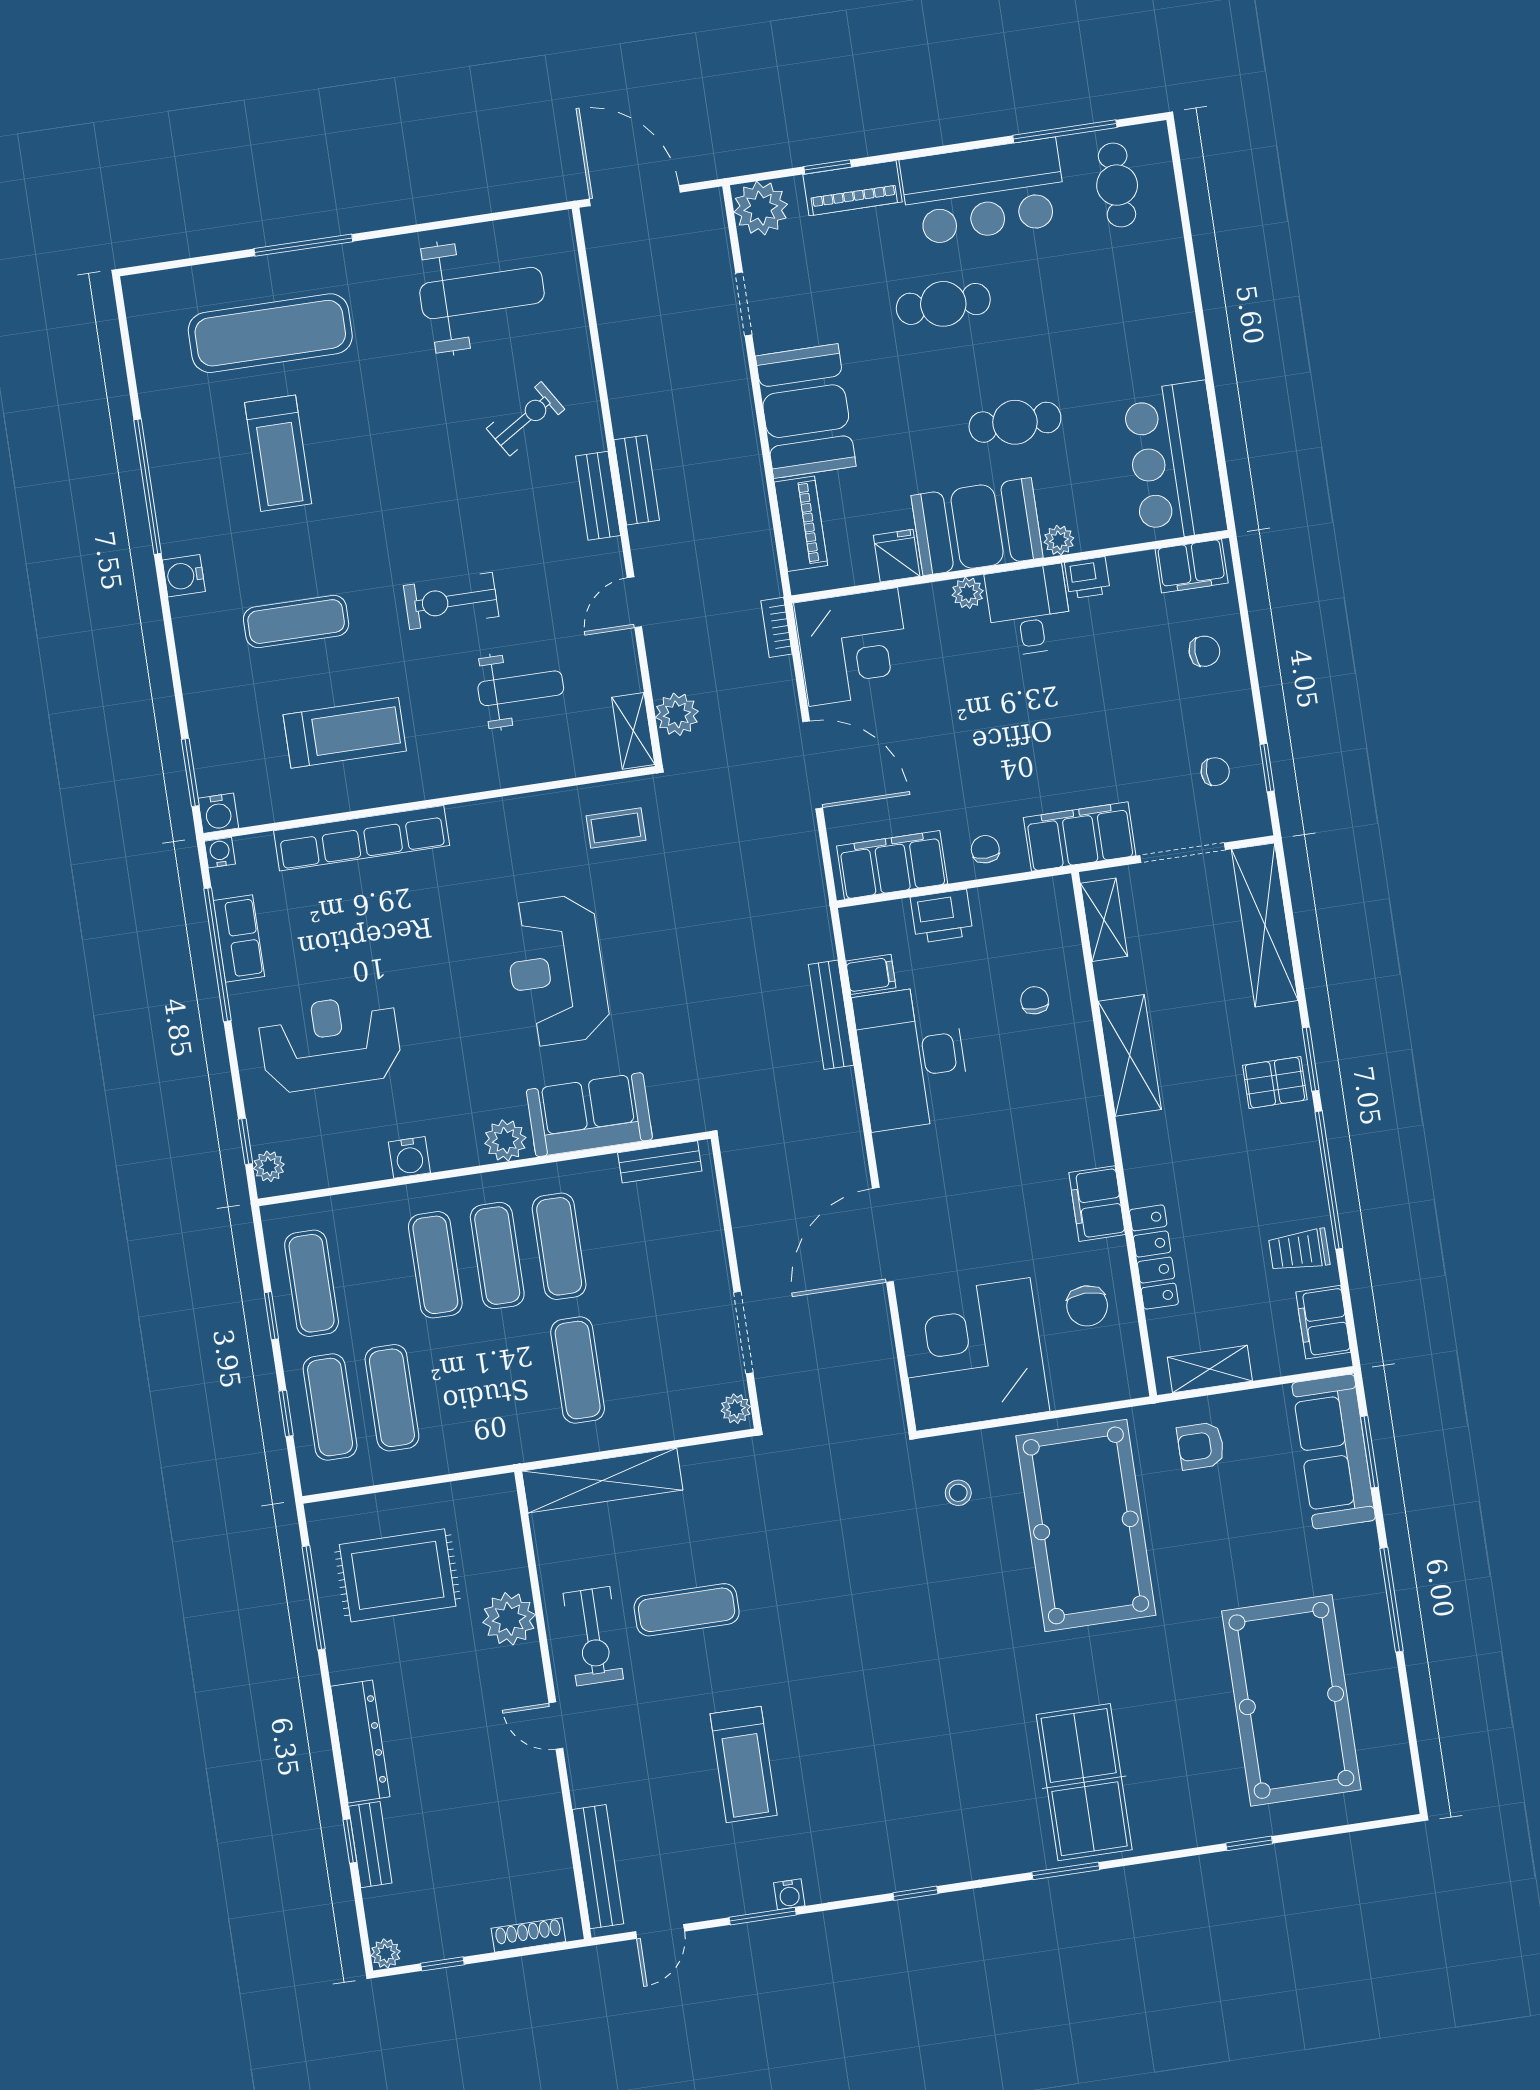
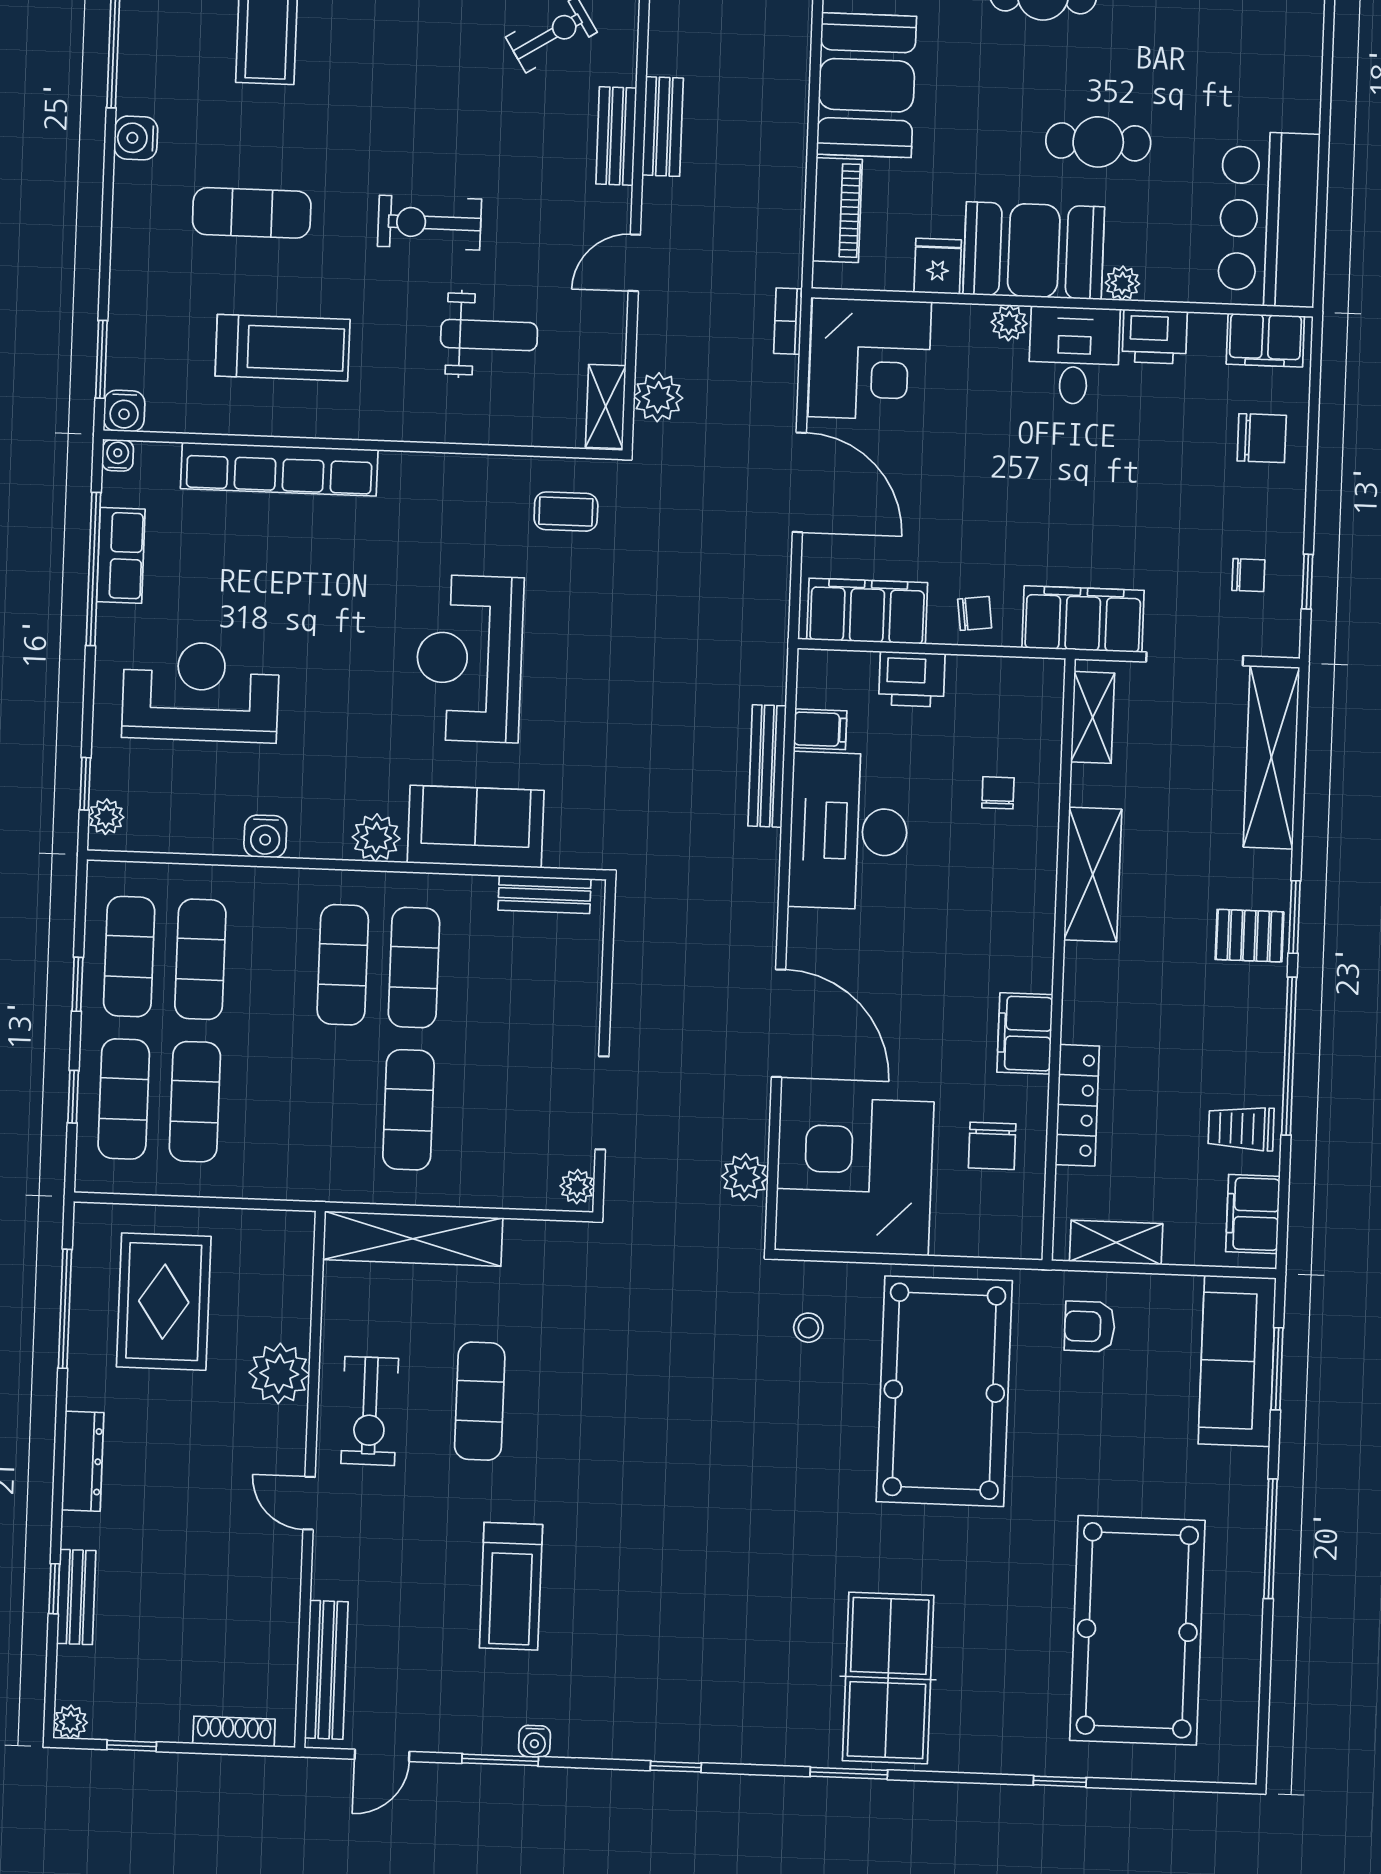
printer: (1087, 578) -> (1155, 337), width x1.36, depth x1.24
chair: (1204, 651) -> (1262, 438), width x1.37, depth x1.37
chair: (985, 849) -> (975, 613), turned 83
door: (883, 1235) -> (779, 1023), swing flipped
exercise mat: (435, 1265) -> (200, 959), moved
plant: (879, 1373) -> (745, 1177), added
rug: (398, 1575) -> (164, 1302), turned 90
exercise mat: (687, 1610) -> (480, 1401), turned 90
dresser: (360, 1741) -> (83, 1461), width x0.73, depth x0.80

